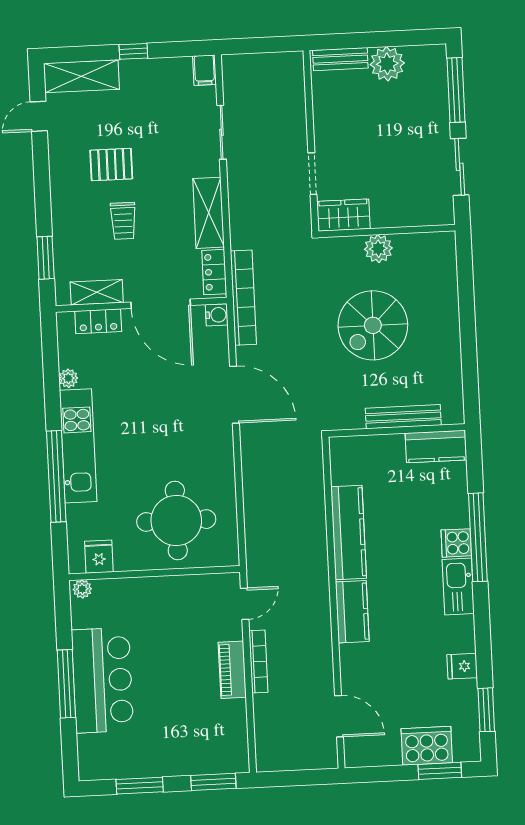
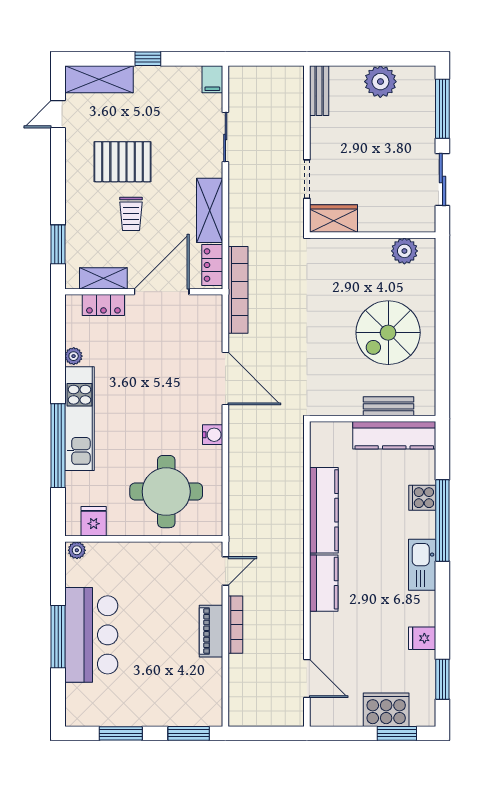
bench: (340, 59) -> (319, 91), moved, turned 90
pallet: (111, 165) -> (123, 162), width x1.50, depth x1.42
plant: (378, 249) -> (404, 251), moved
door: (161, 304) -> (162, 292), swing flipped
water cooler: (217, 315) -> (213, 435), moved
spiral stairs: (373, 325) -> (388, 333), moved
bench: (403, 417) -> (389, 406), width x0.73
kitchen counter: (436, 446) -> (394, 435), width x1.50
cooker: (456, 543) -> (422, 498), moved

